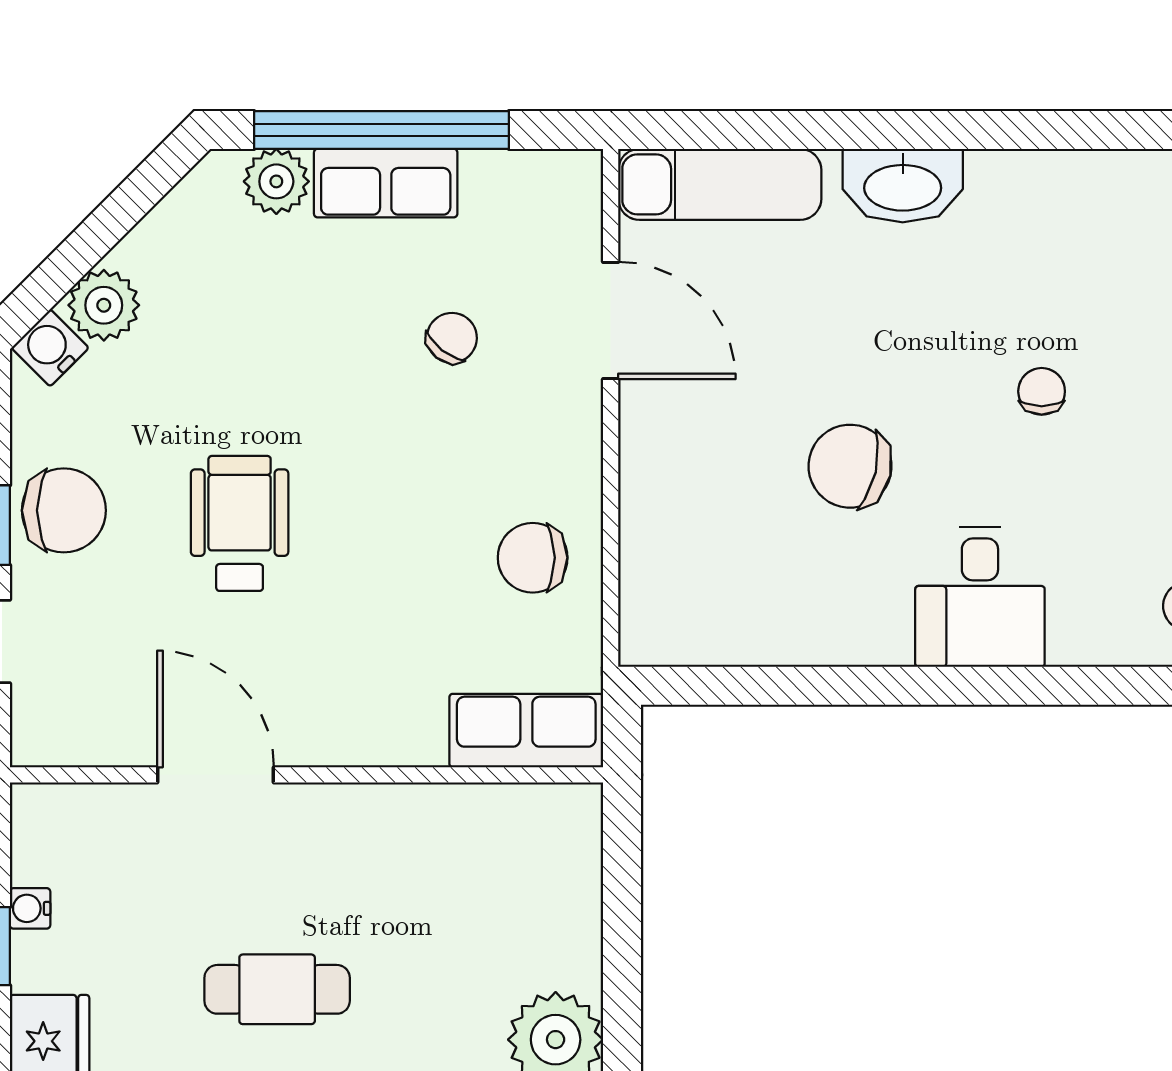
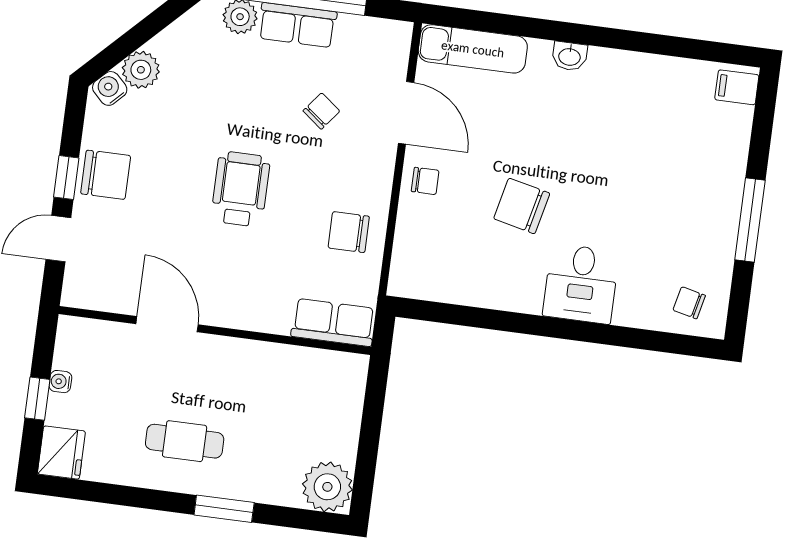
washbasin: (903, 186) -> (570, 56), width x0.52, depth x0.69
chair: (1042, 391) -> (425, 181), moved, turned 90
wheelchair: (240, 523) -> (240, 189), moved

